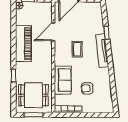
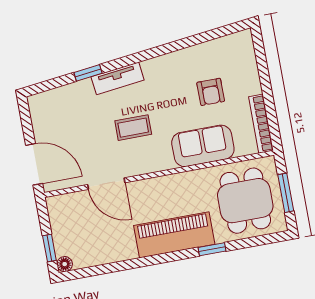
piano: (23, 43) -> (174, 235), moved
tv unit: (102, 51) -> (118, 78), width x0.71

